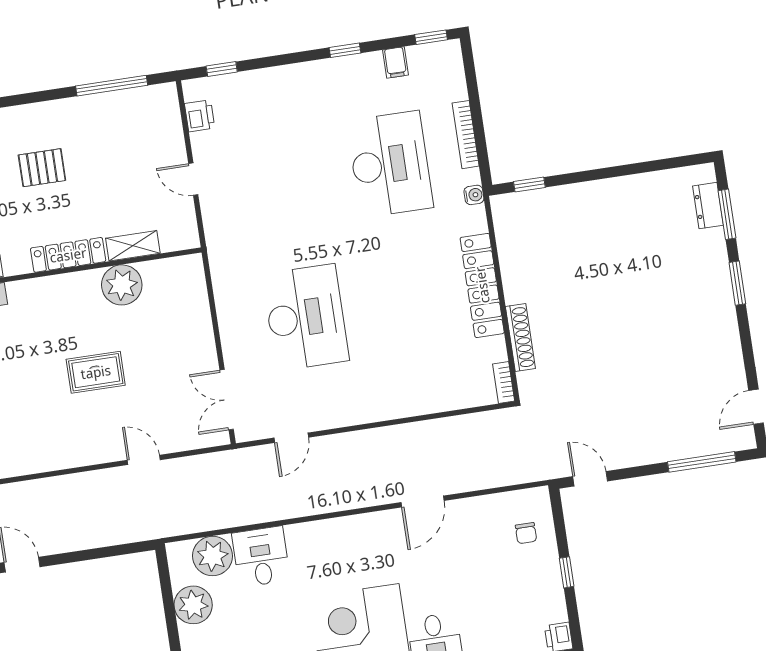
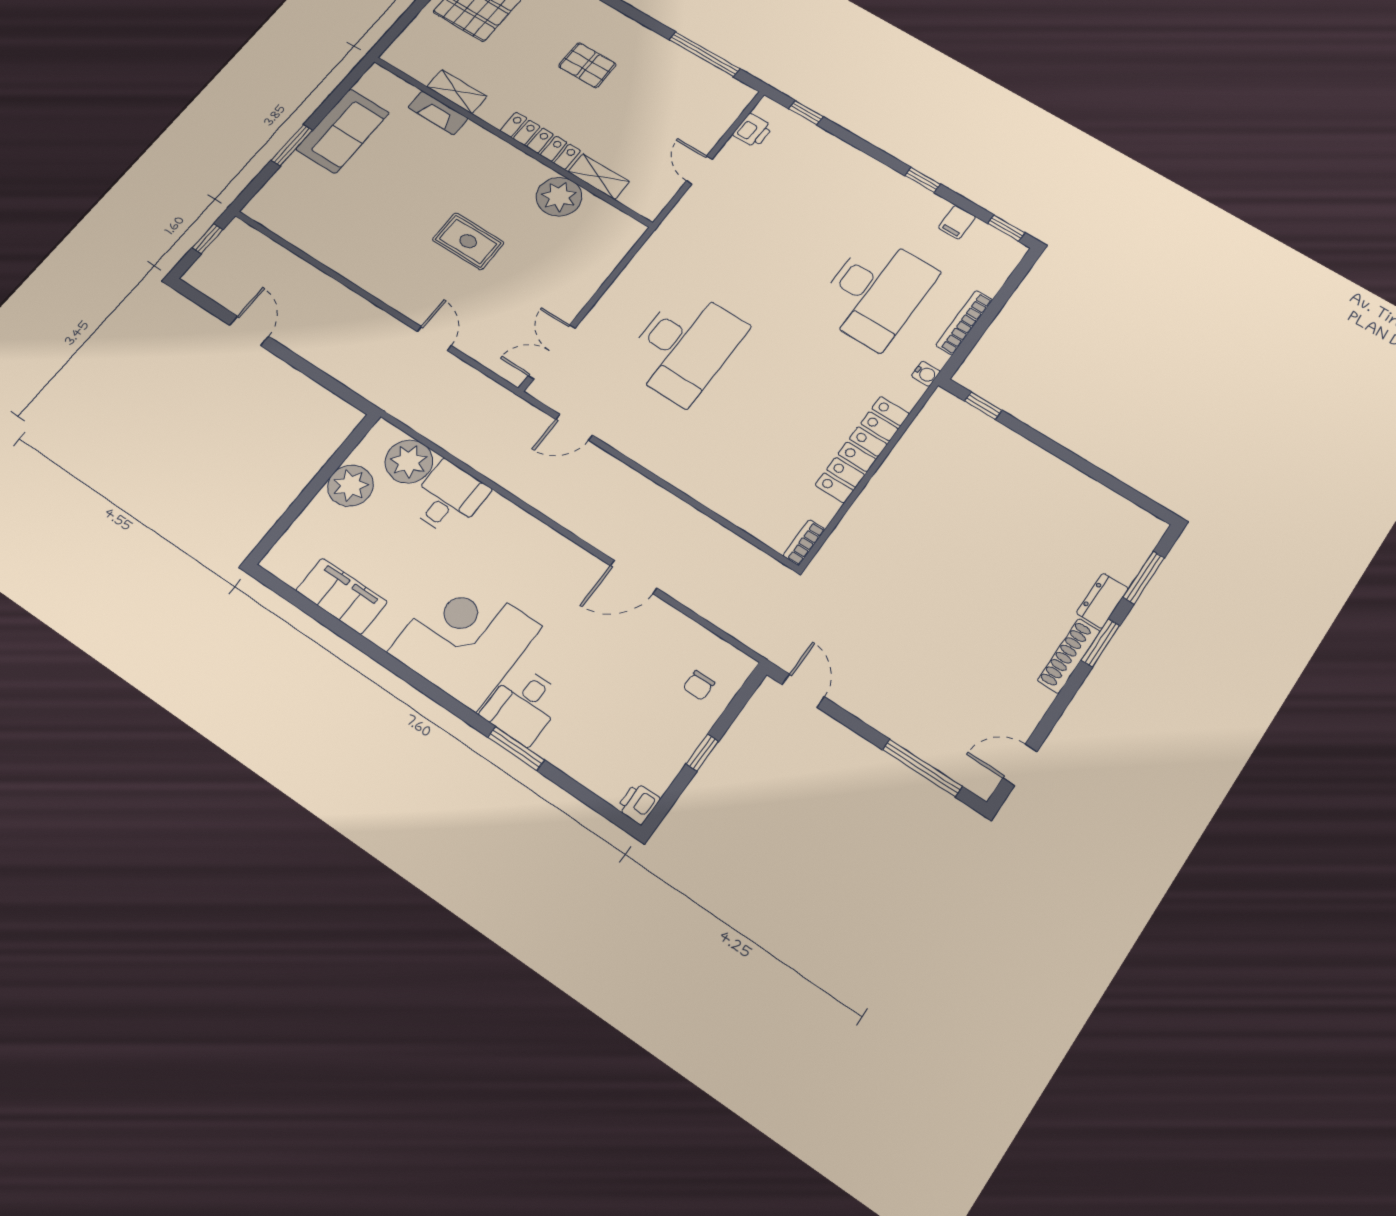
dresser: (708, 206) -> (1102, 601), moved
shoe rack: (520, 337) -> (1069, 656), moved, turned 180

